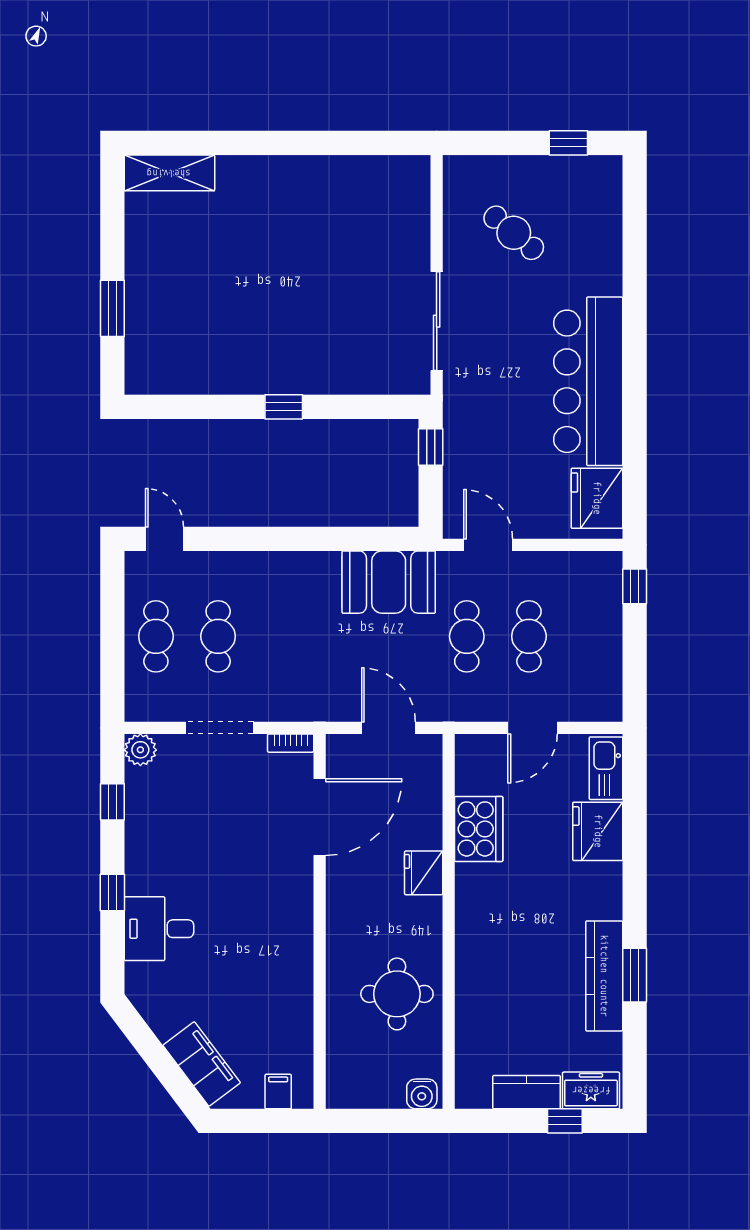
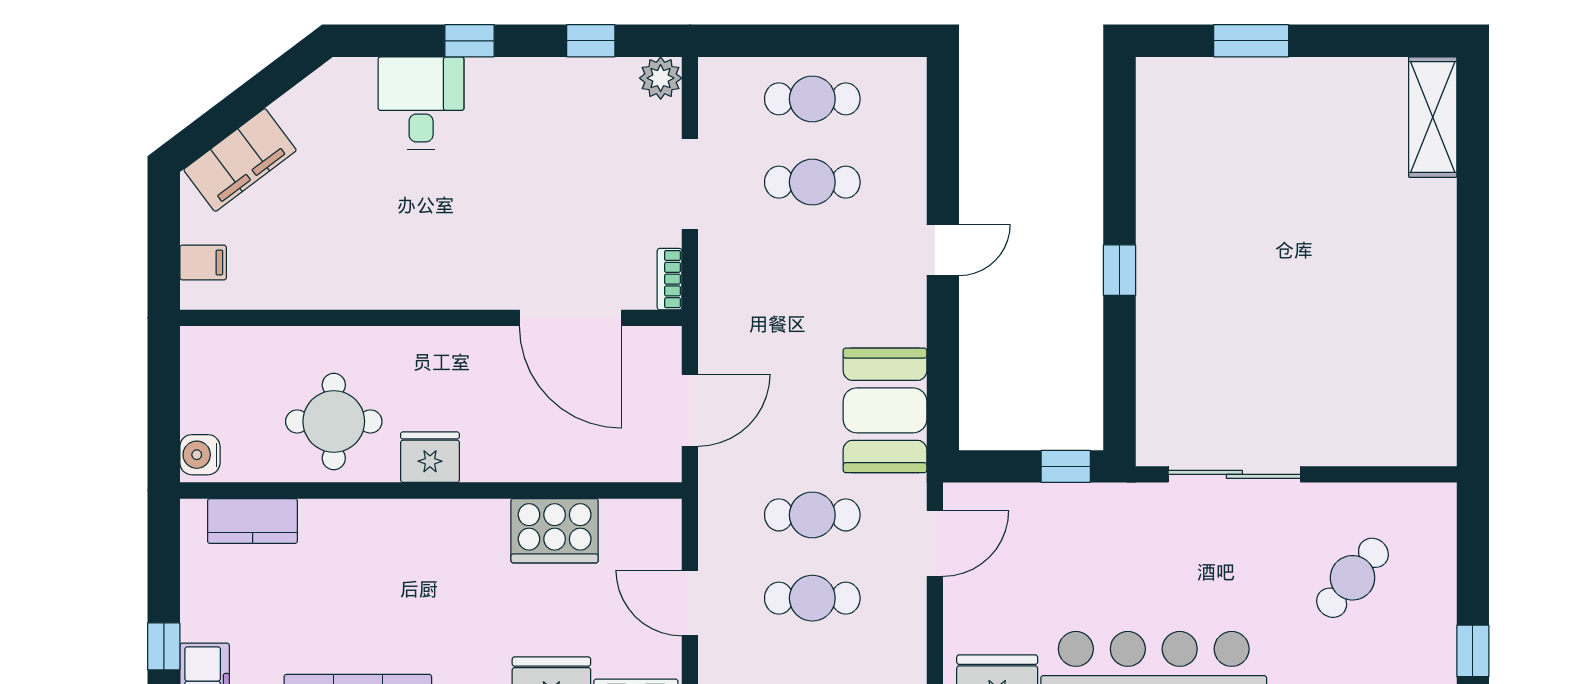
door: (165, 539) -> (943, 250), moved
fridge: (424, 873) -> (430, 457), moved
kitchen counter: (527, 1092) -> (253, 521), moved, turned 90

